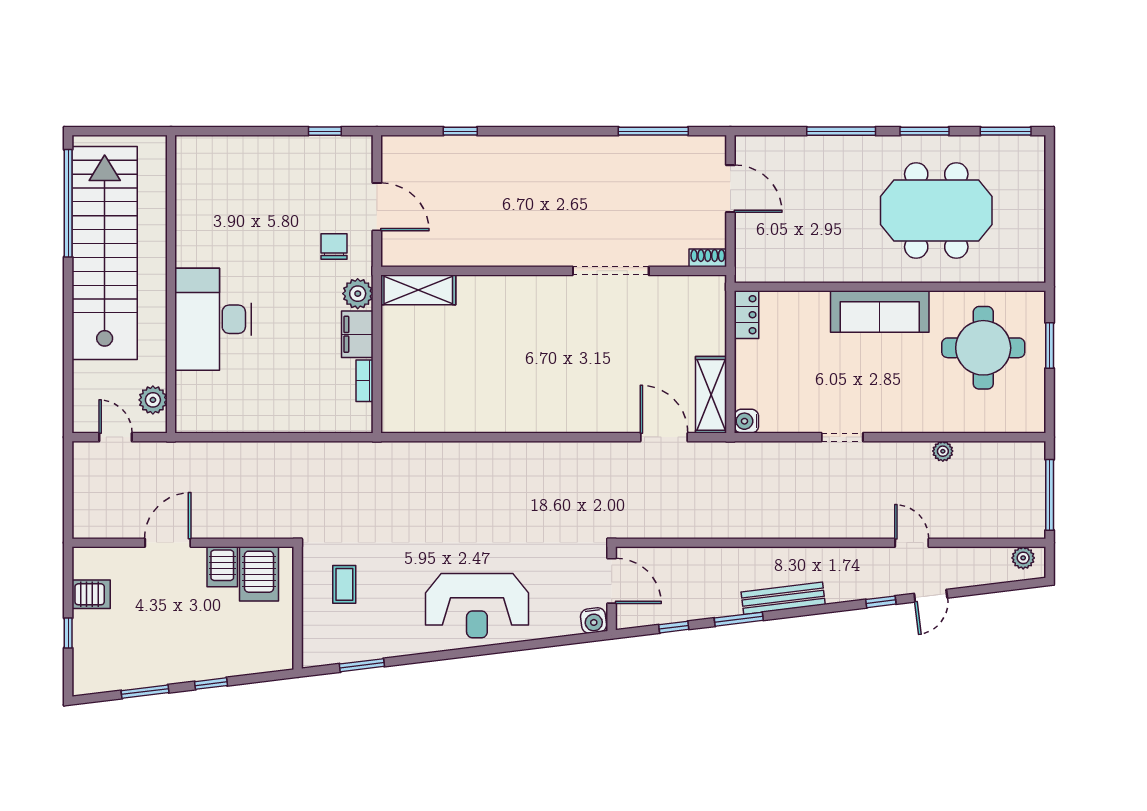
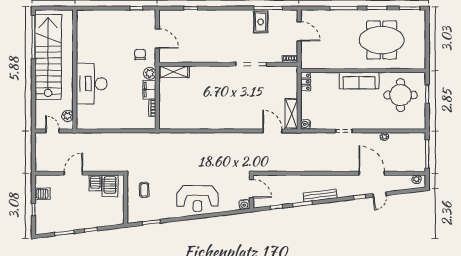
rug: (634, 165) -> (261, 22), added
door: (912, 543) -> (372, 173), width x1.88

